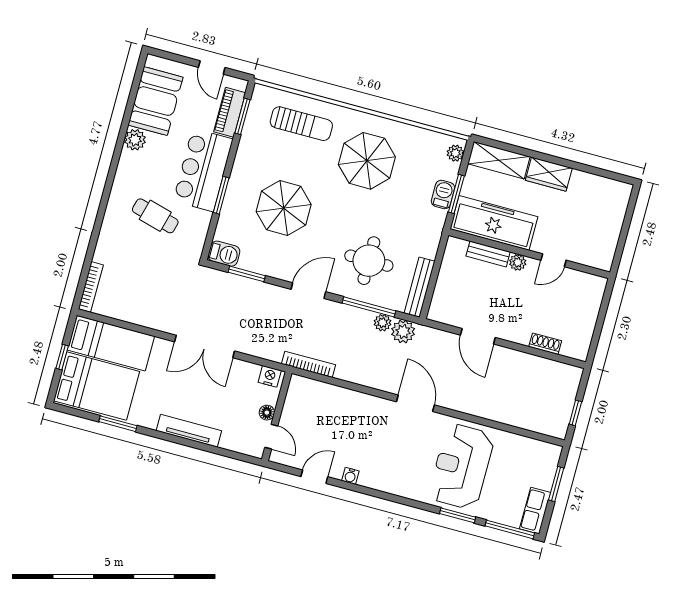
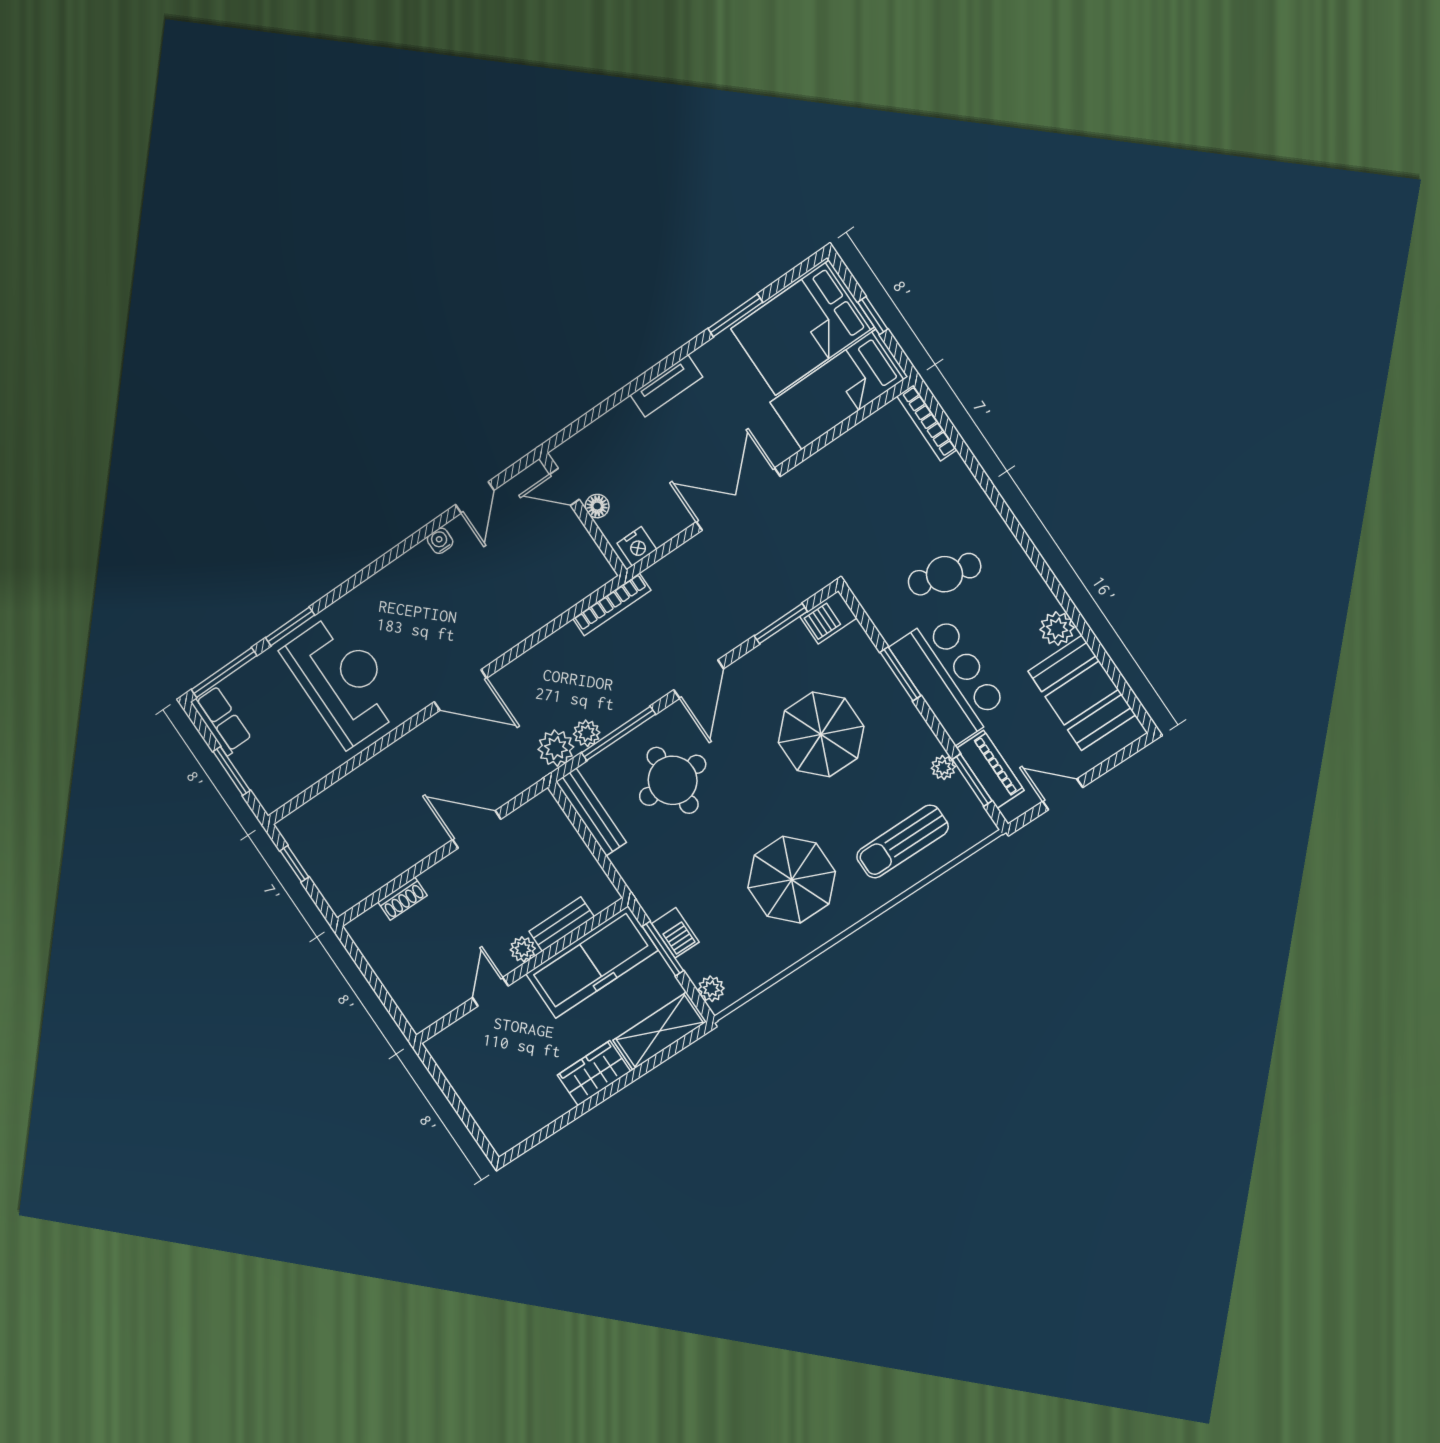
plant: (248, 135) -> (943, 768), added
tv unit: (189, 431) -> (666, 386), width x0.71

